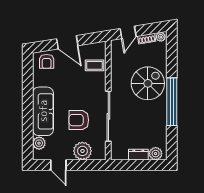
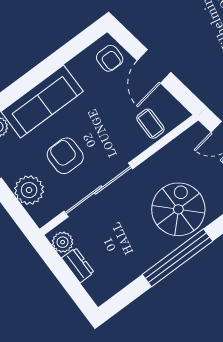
armchair: (47, 61) -> (110, 58), turned -90
spiral stairs: (148, 83) -> (178, 209), turned -90
plant: (156, 154) -> (63, 242), moved

